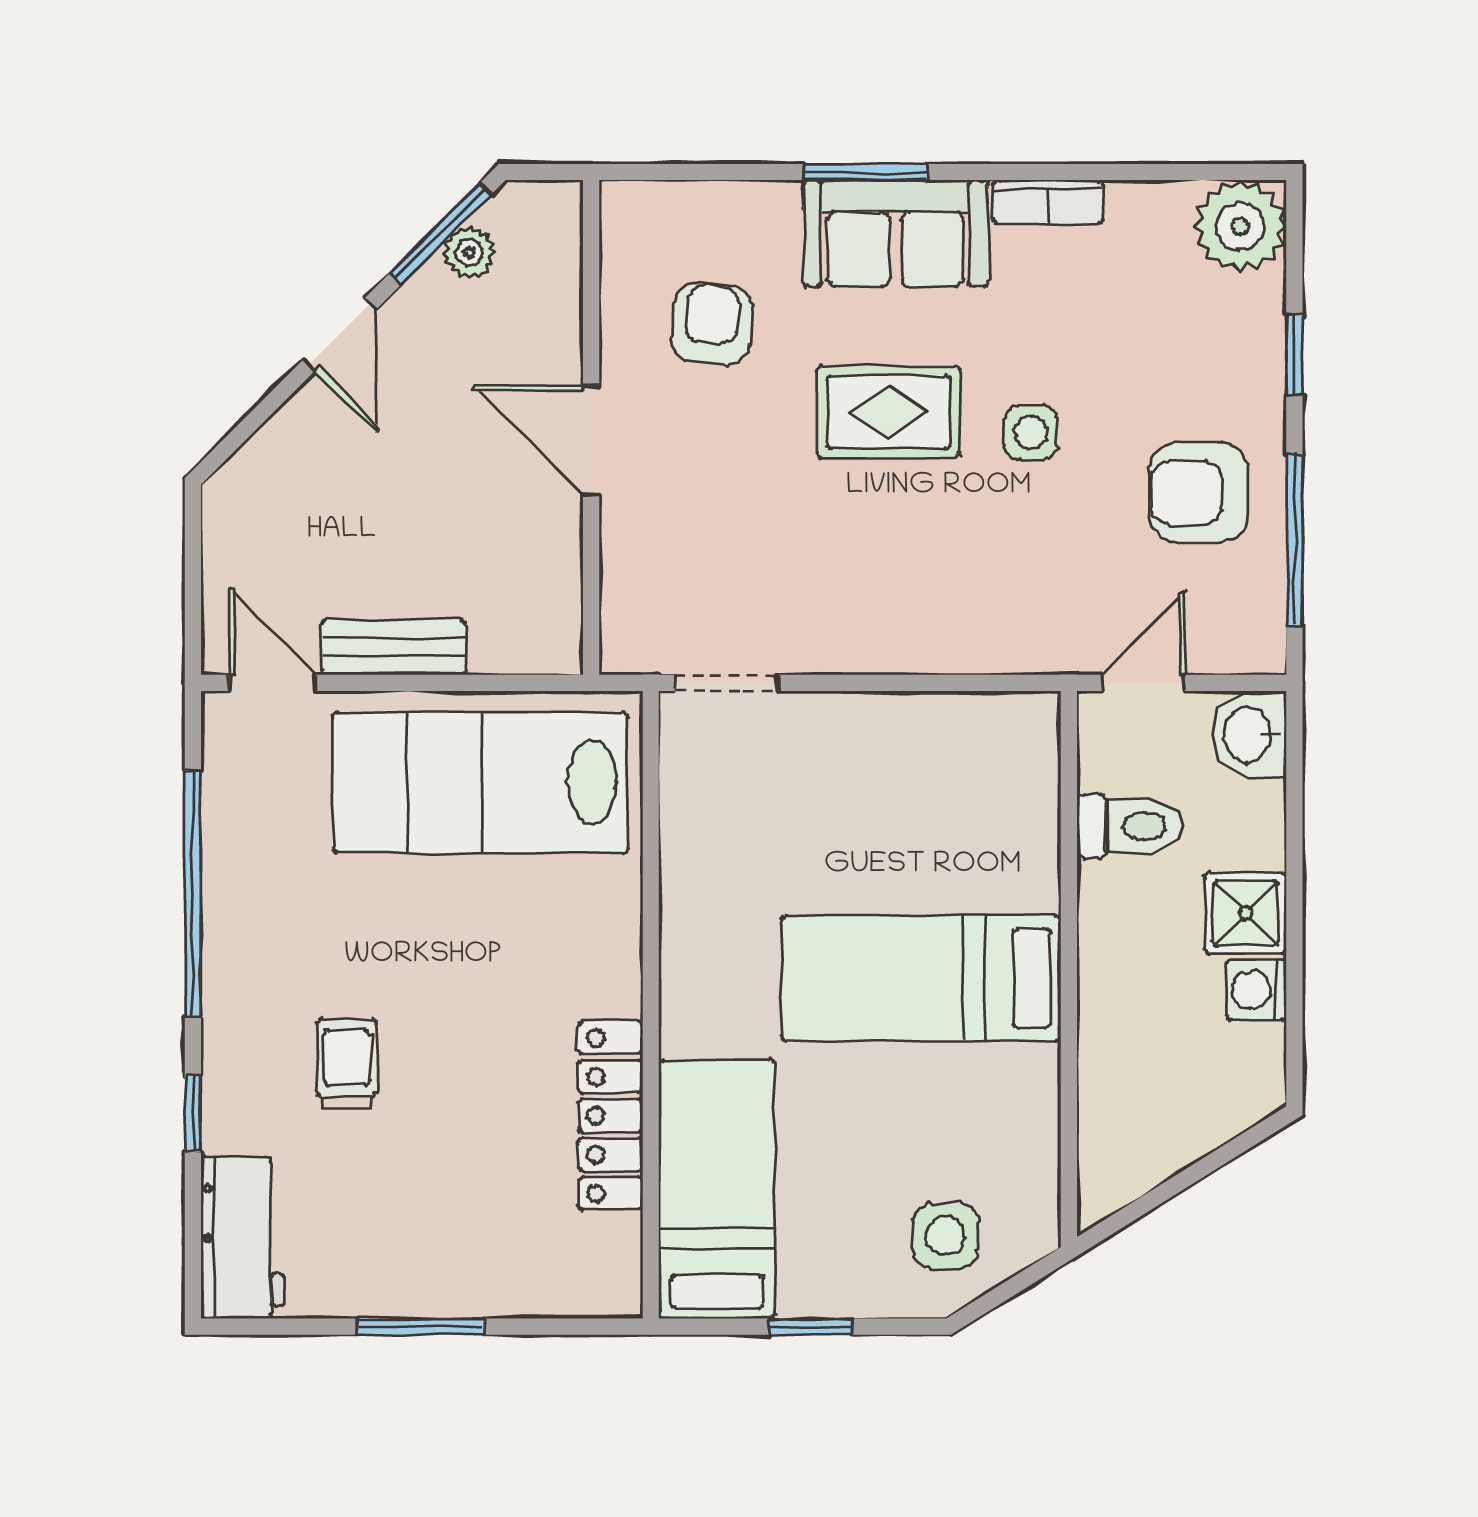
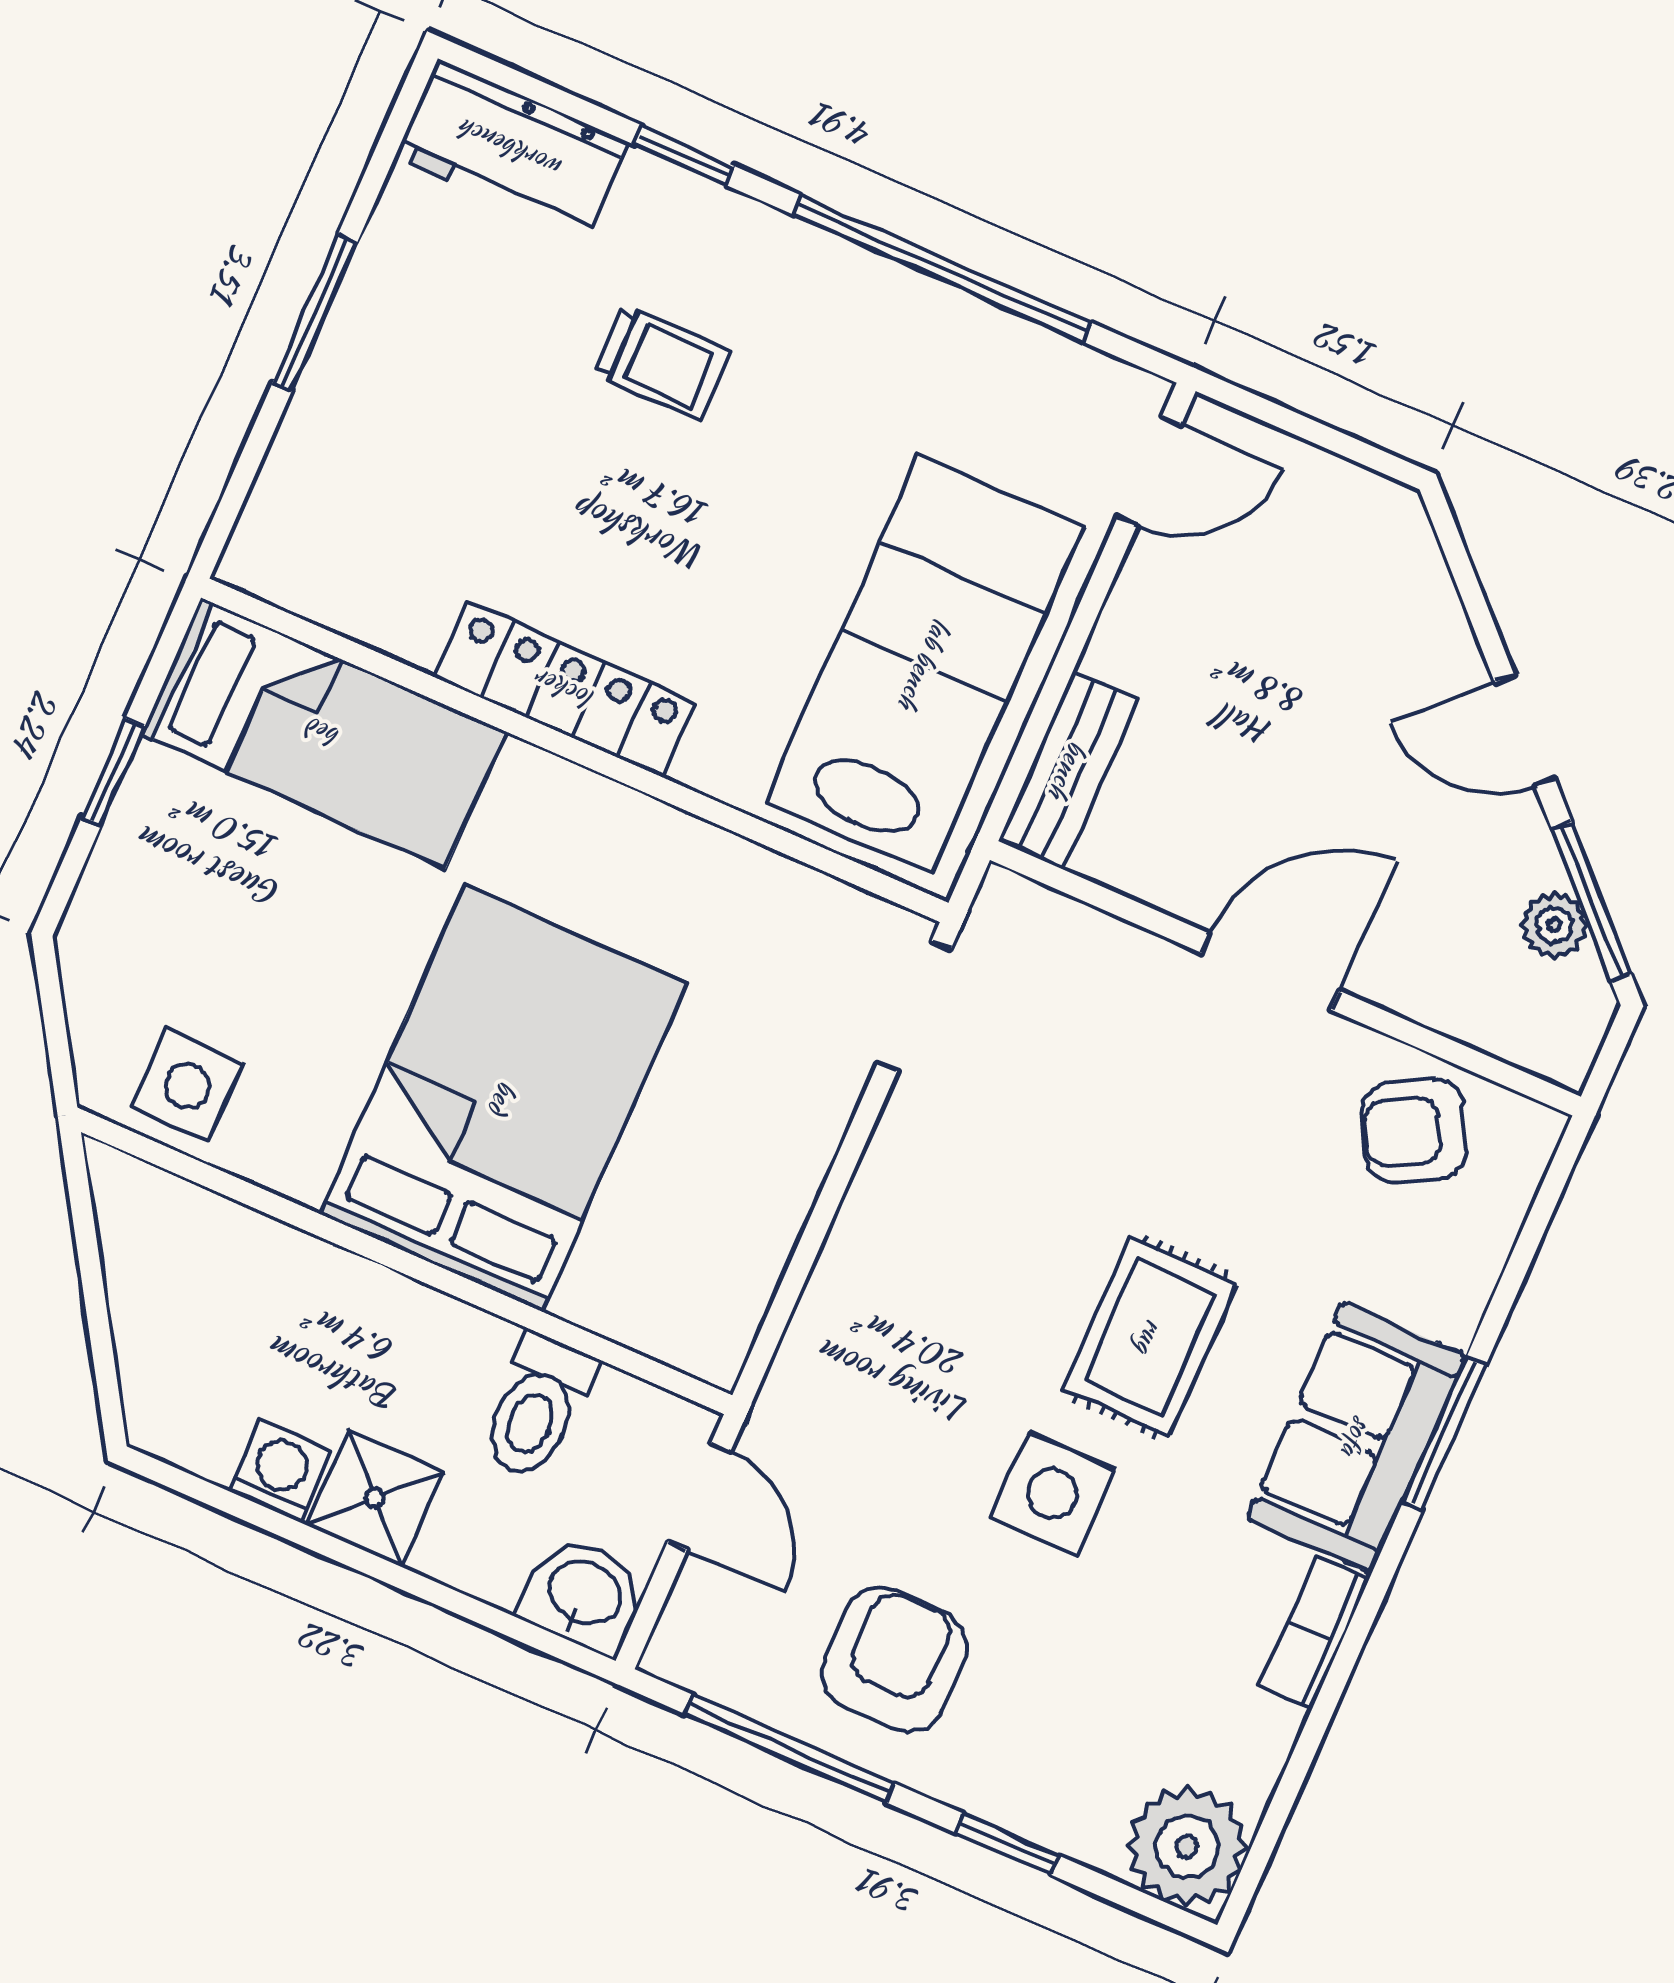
armchair: (712, 324) -> (1414, 1131), moved, turned 146
side table: (1031, 433) -> (1052, 1494), width x1.37, depth x1.37
bench: (394, 647) -> (1068, 770), moved
bed: (921, 978) -> (503, 1098), width x1.50
locker: (611, 1116) -> (565, 690), moved
side table: (945, 1236) -> (188, 1086), moved

